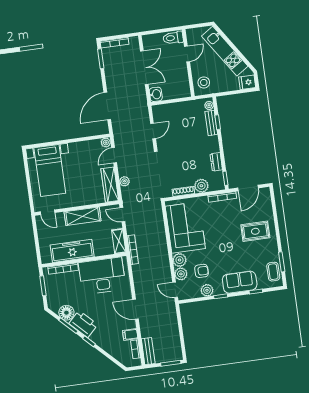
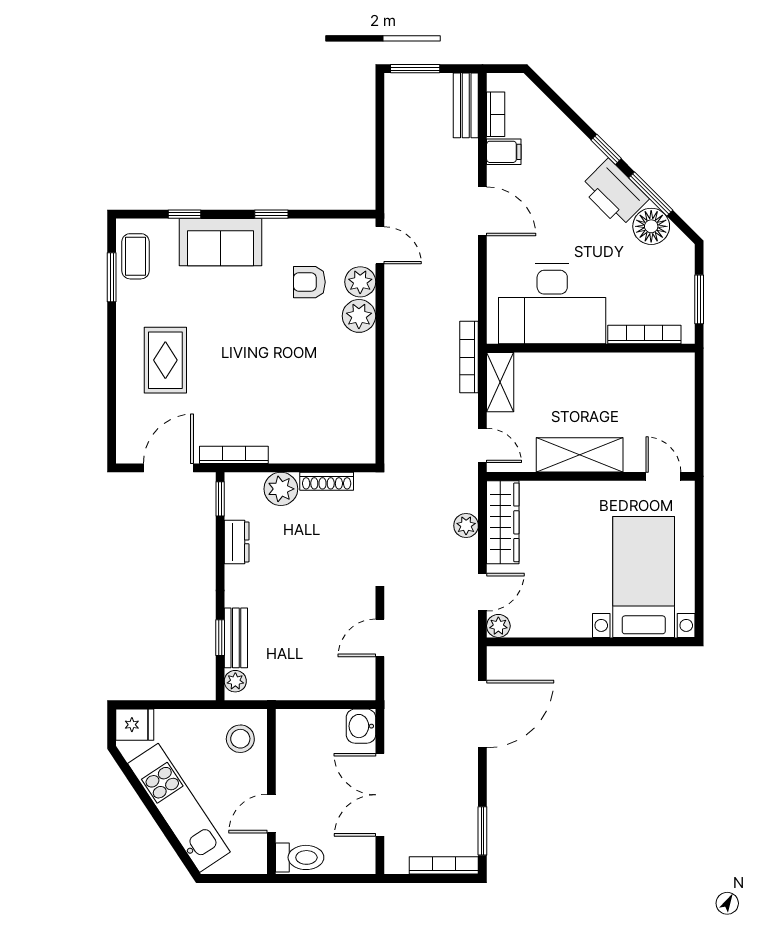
corner sofa: (185, 227) -> (334, 393), removed
rug: (255, 231) -> (165, 360), turned 90
freezer: (72, 251) -> (617, 374), removed
plant: (207, 290) -> (303, 233), removed

